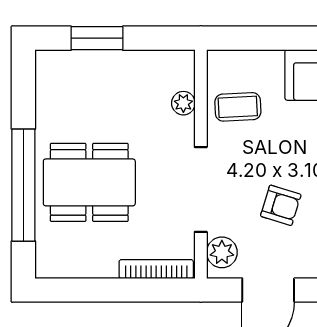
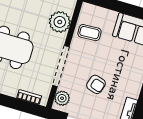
plant: (183, 103) -> (60, 22), width x1.88, depth x1.88
bookcase: (156, 269) -> (29, 97), width x0.64

